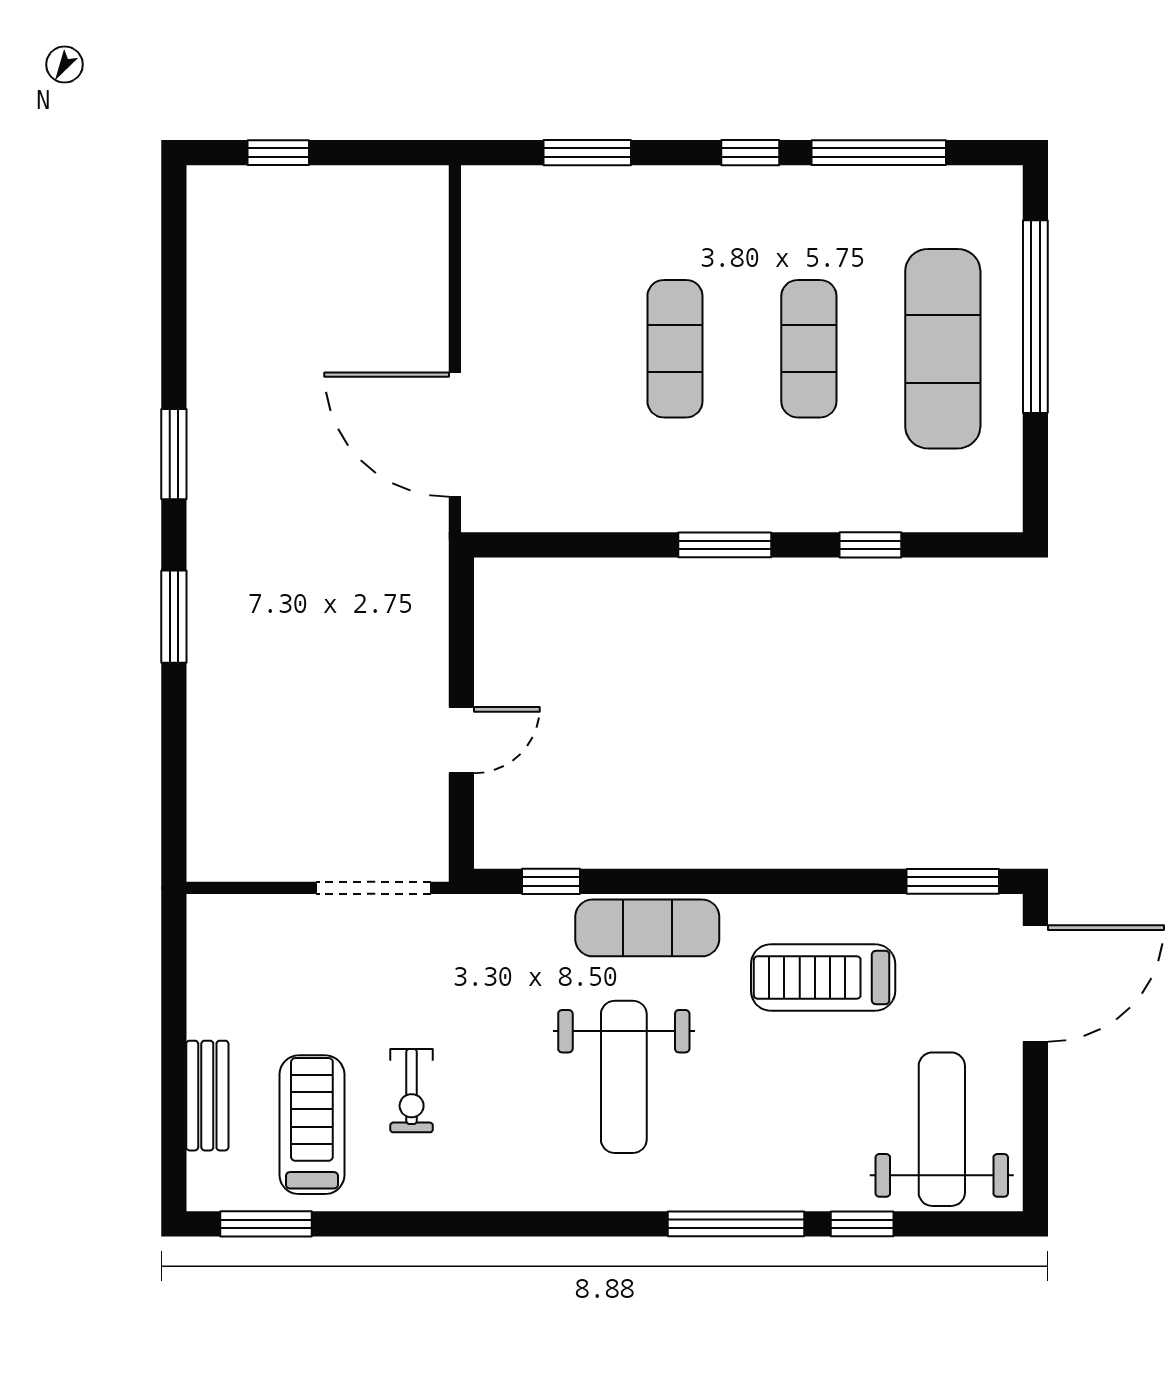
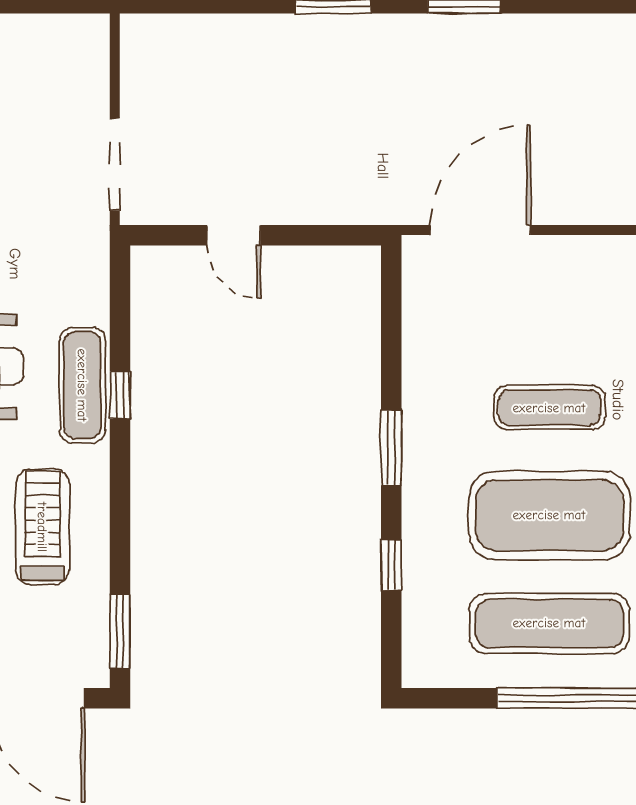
exercise mat: (809, 349) -> (549, 515), width x2.00, depth x1.45
window: (551, 881) -> (120, 395), moved

